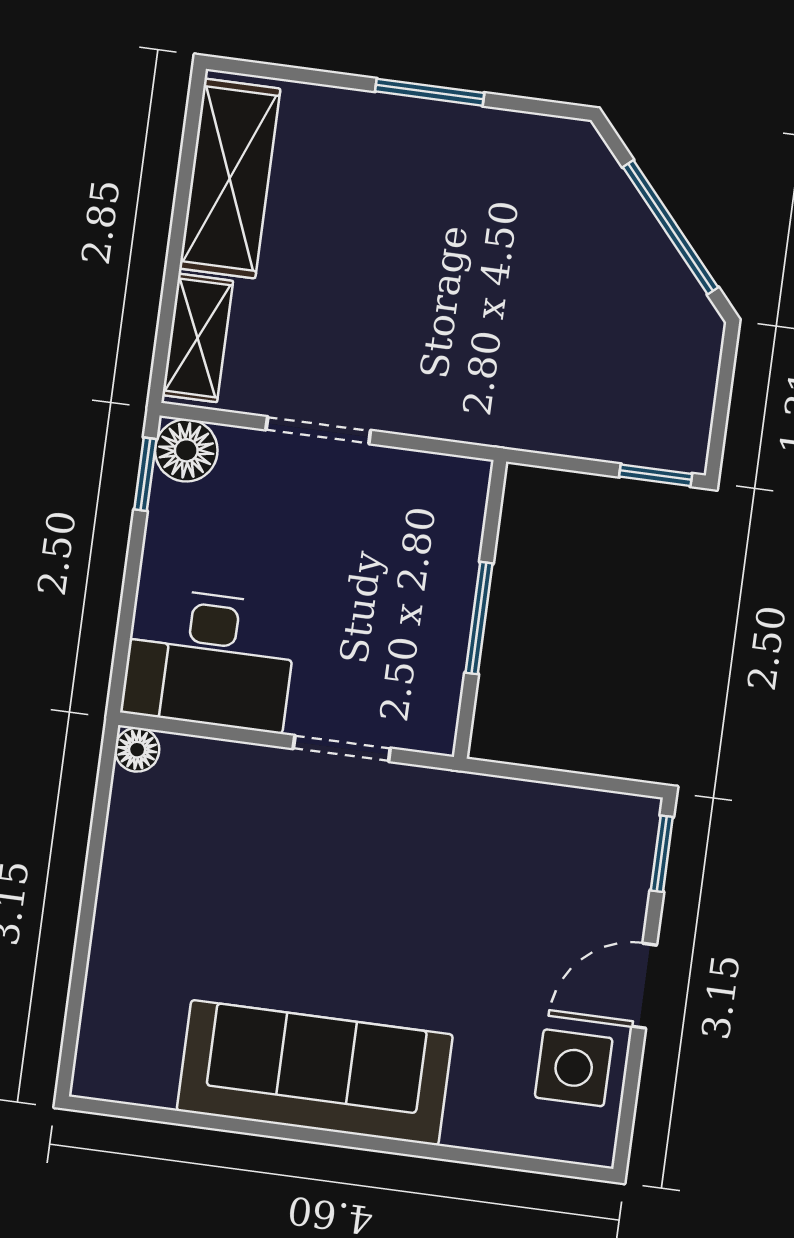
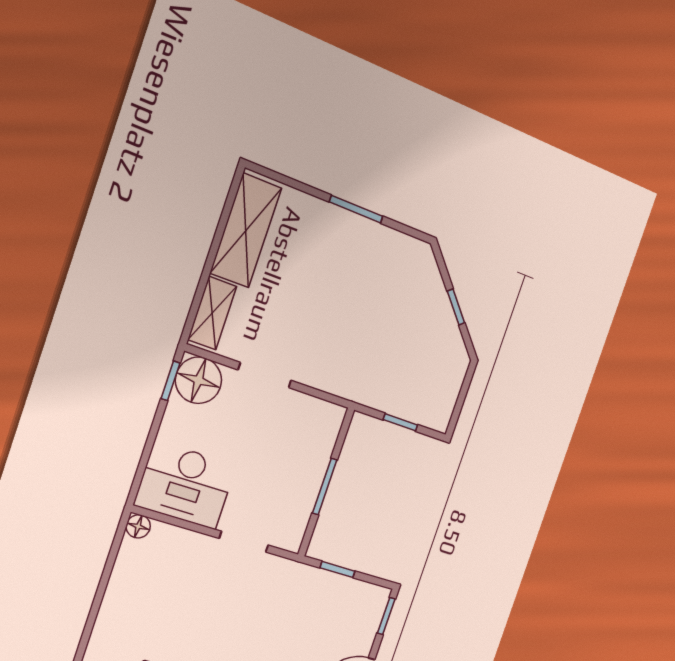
window: (670, 227) -> (456, 307), width x0.46
floor lamp: (186, 450) -> (199, 380), width x1.38, depth x1.38
window: (656, 475) -> (400, 422), moved
window: (540, 775) -> (338, 569), added

